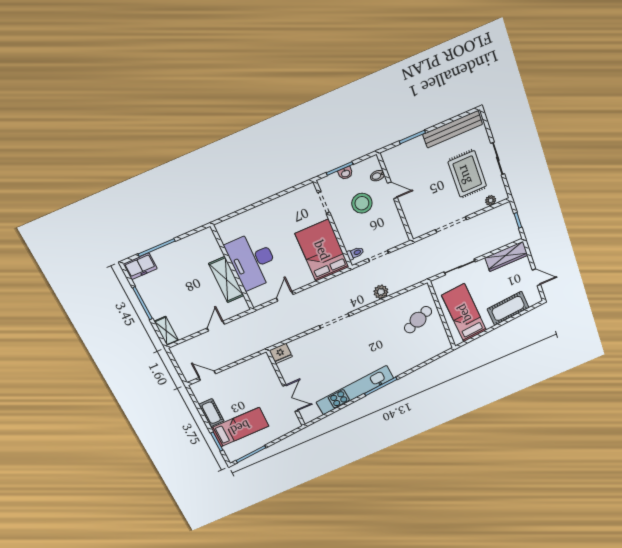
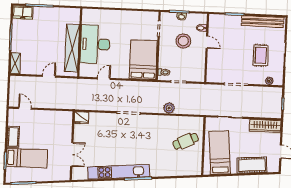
rug: (467, 174) -> (261, 55), width x0.73, depth x0.70
shelving: (226, 280) -> (72, 48), width x1.47

